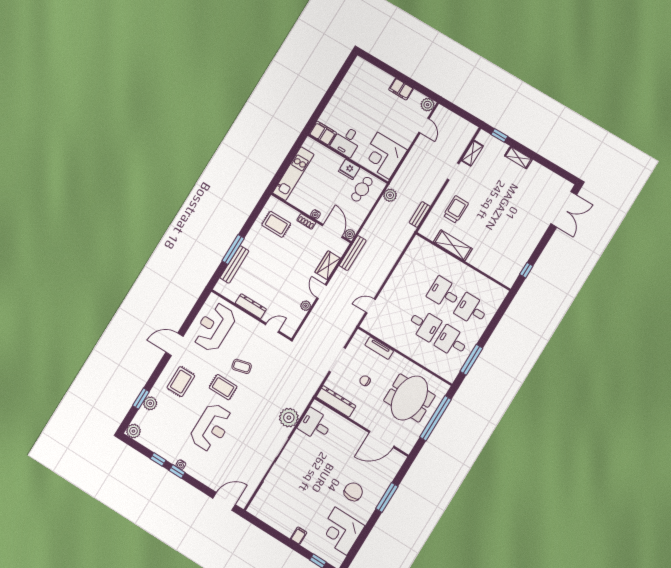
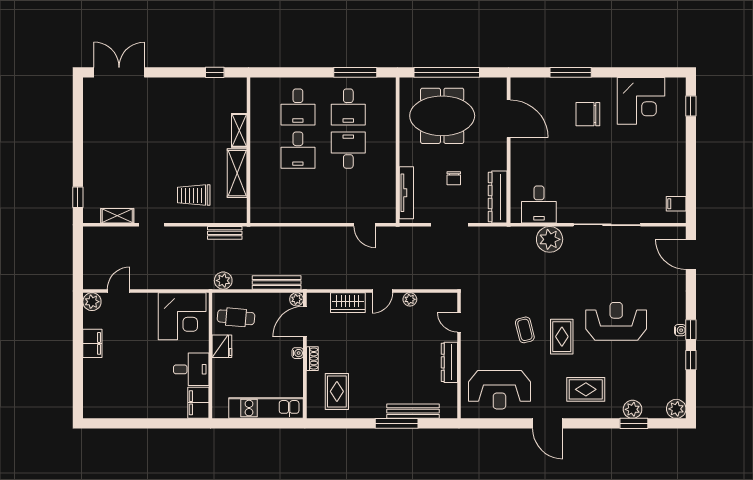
shelving: (518, 158) -> (239, 130), moved
bench: (353, 253) -> (277, 283), moved
tv unit: (379, 348) -> (406, 193), width x1.41
filing cabinet: (299, 536) -> (676, 204), moved

